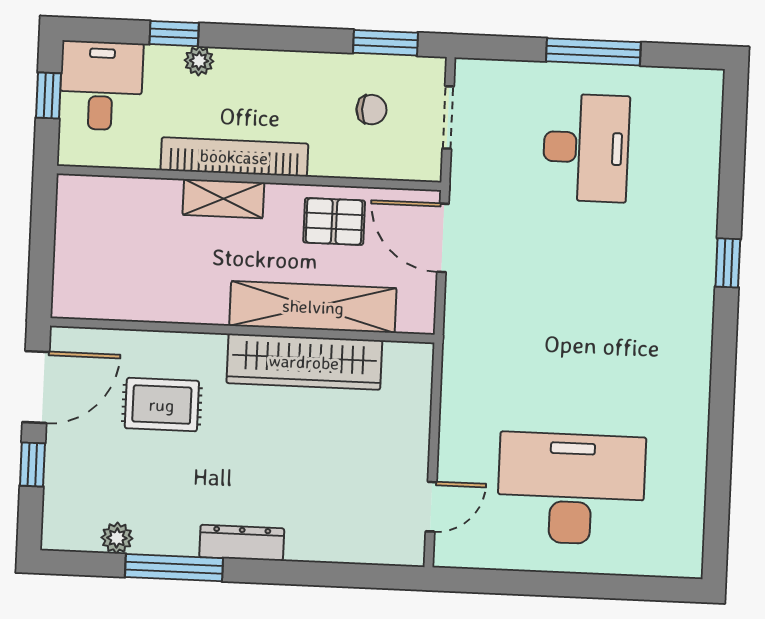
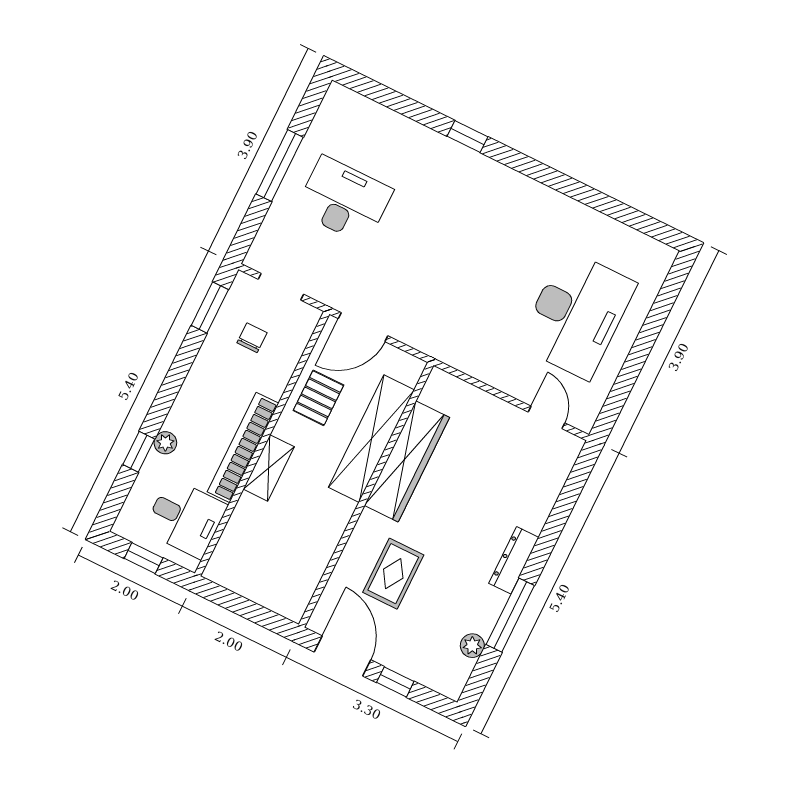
desk: (101, 86) -> (185, 518), moved, turned 180
desk: (571, 489) -> (577, 315), turned 180

